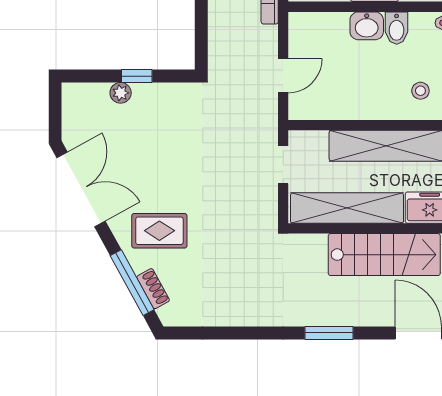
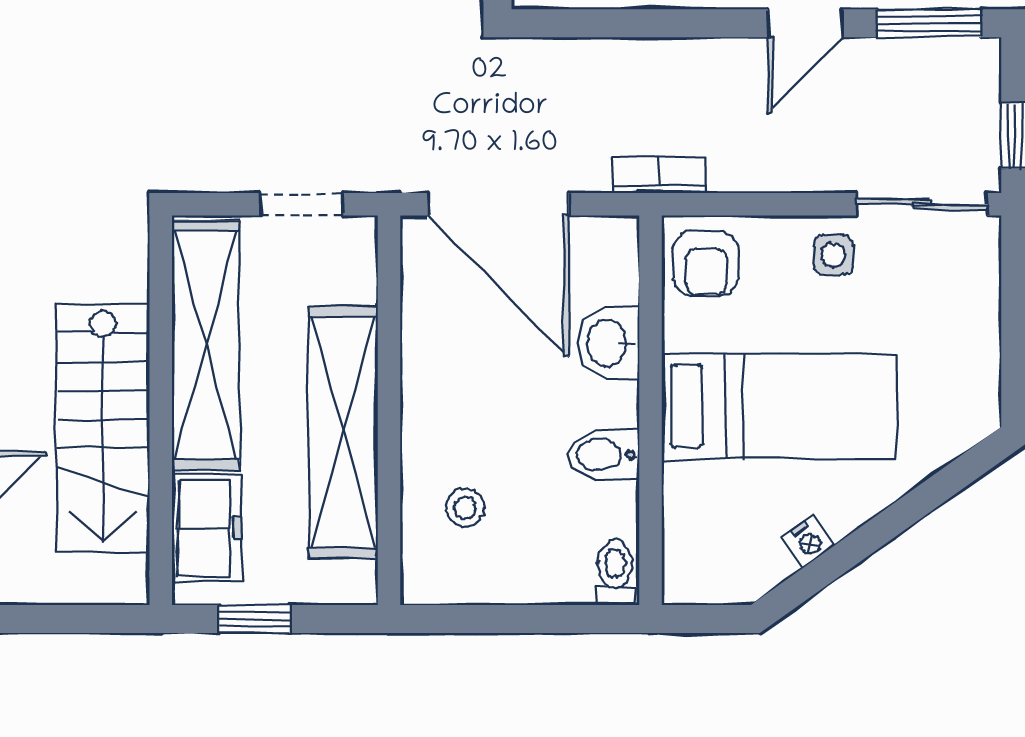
washbasin: (367, 26) -> (608, 343), moved
door: (283, 76) -> (498, 204), width x1.88

